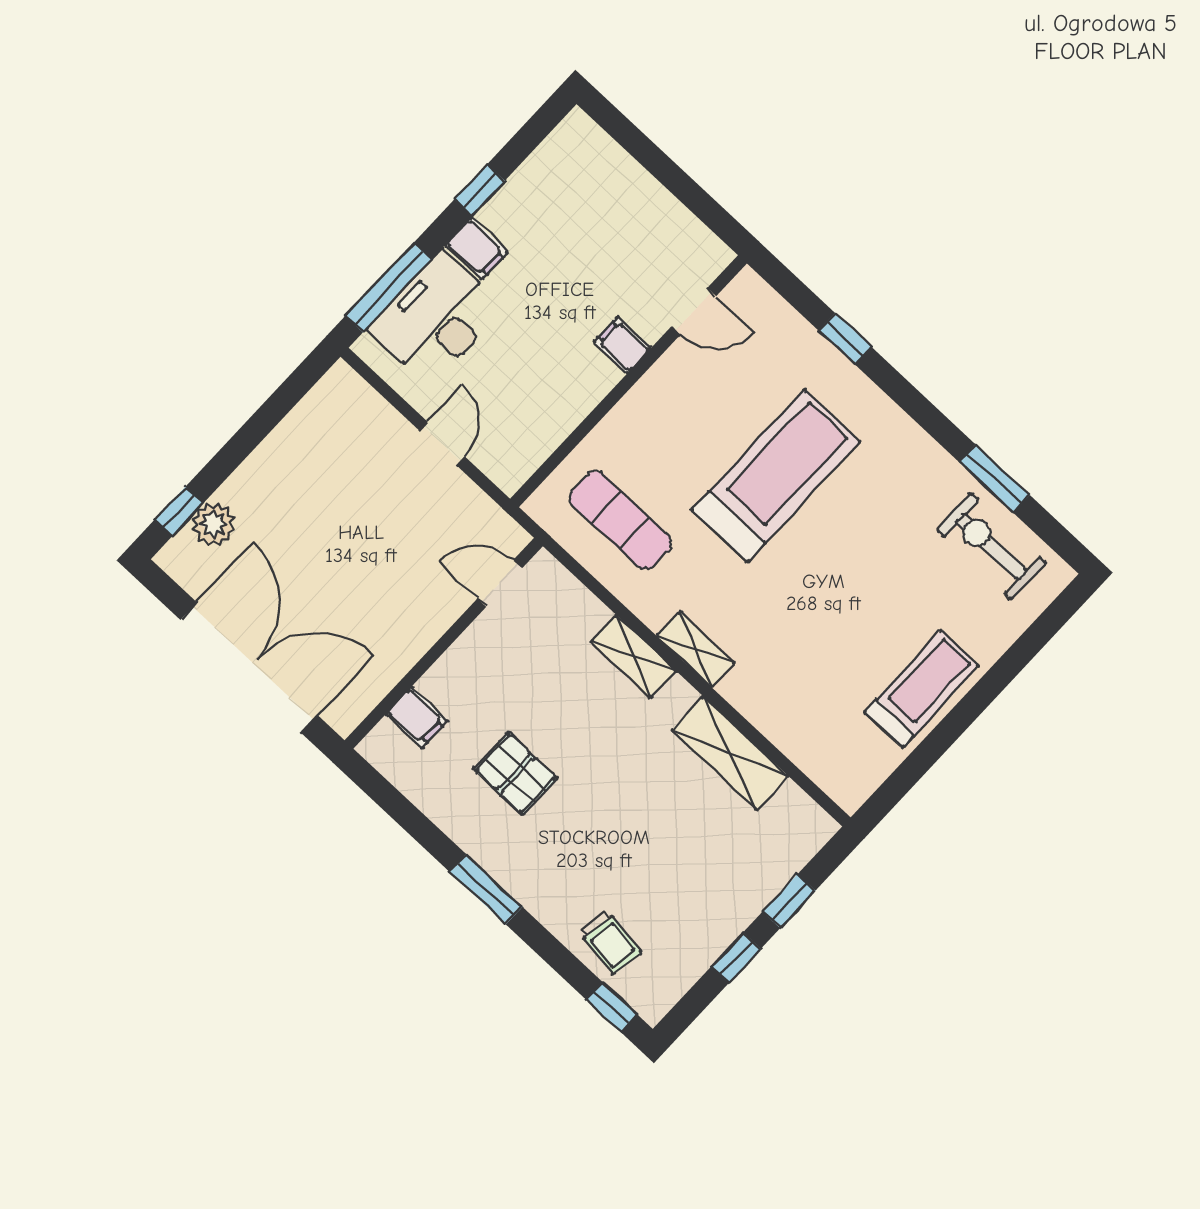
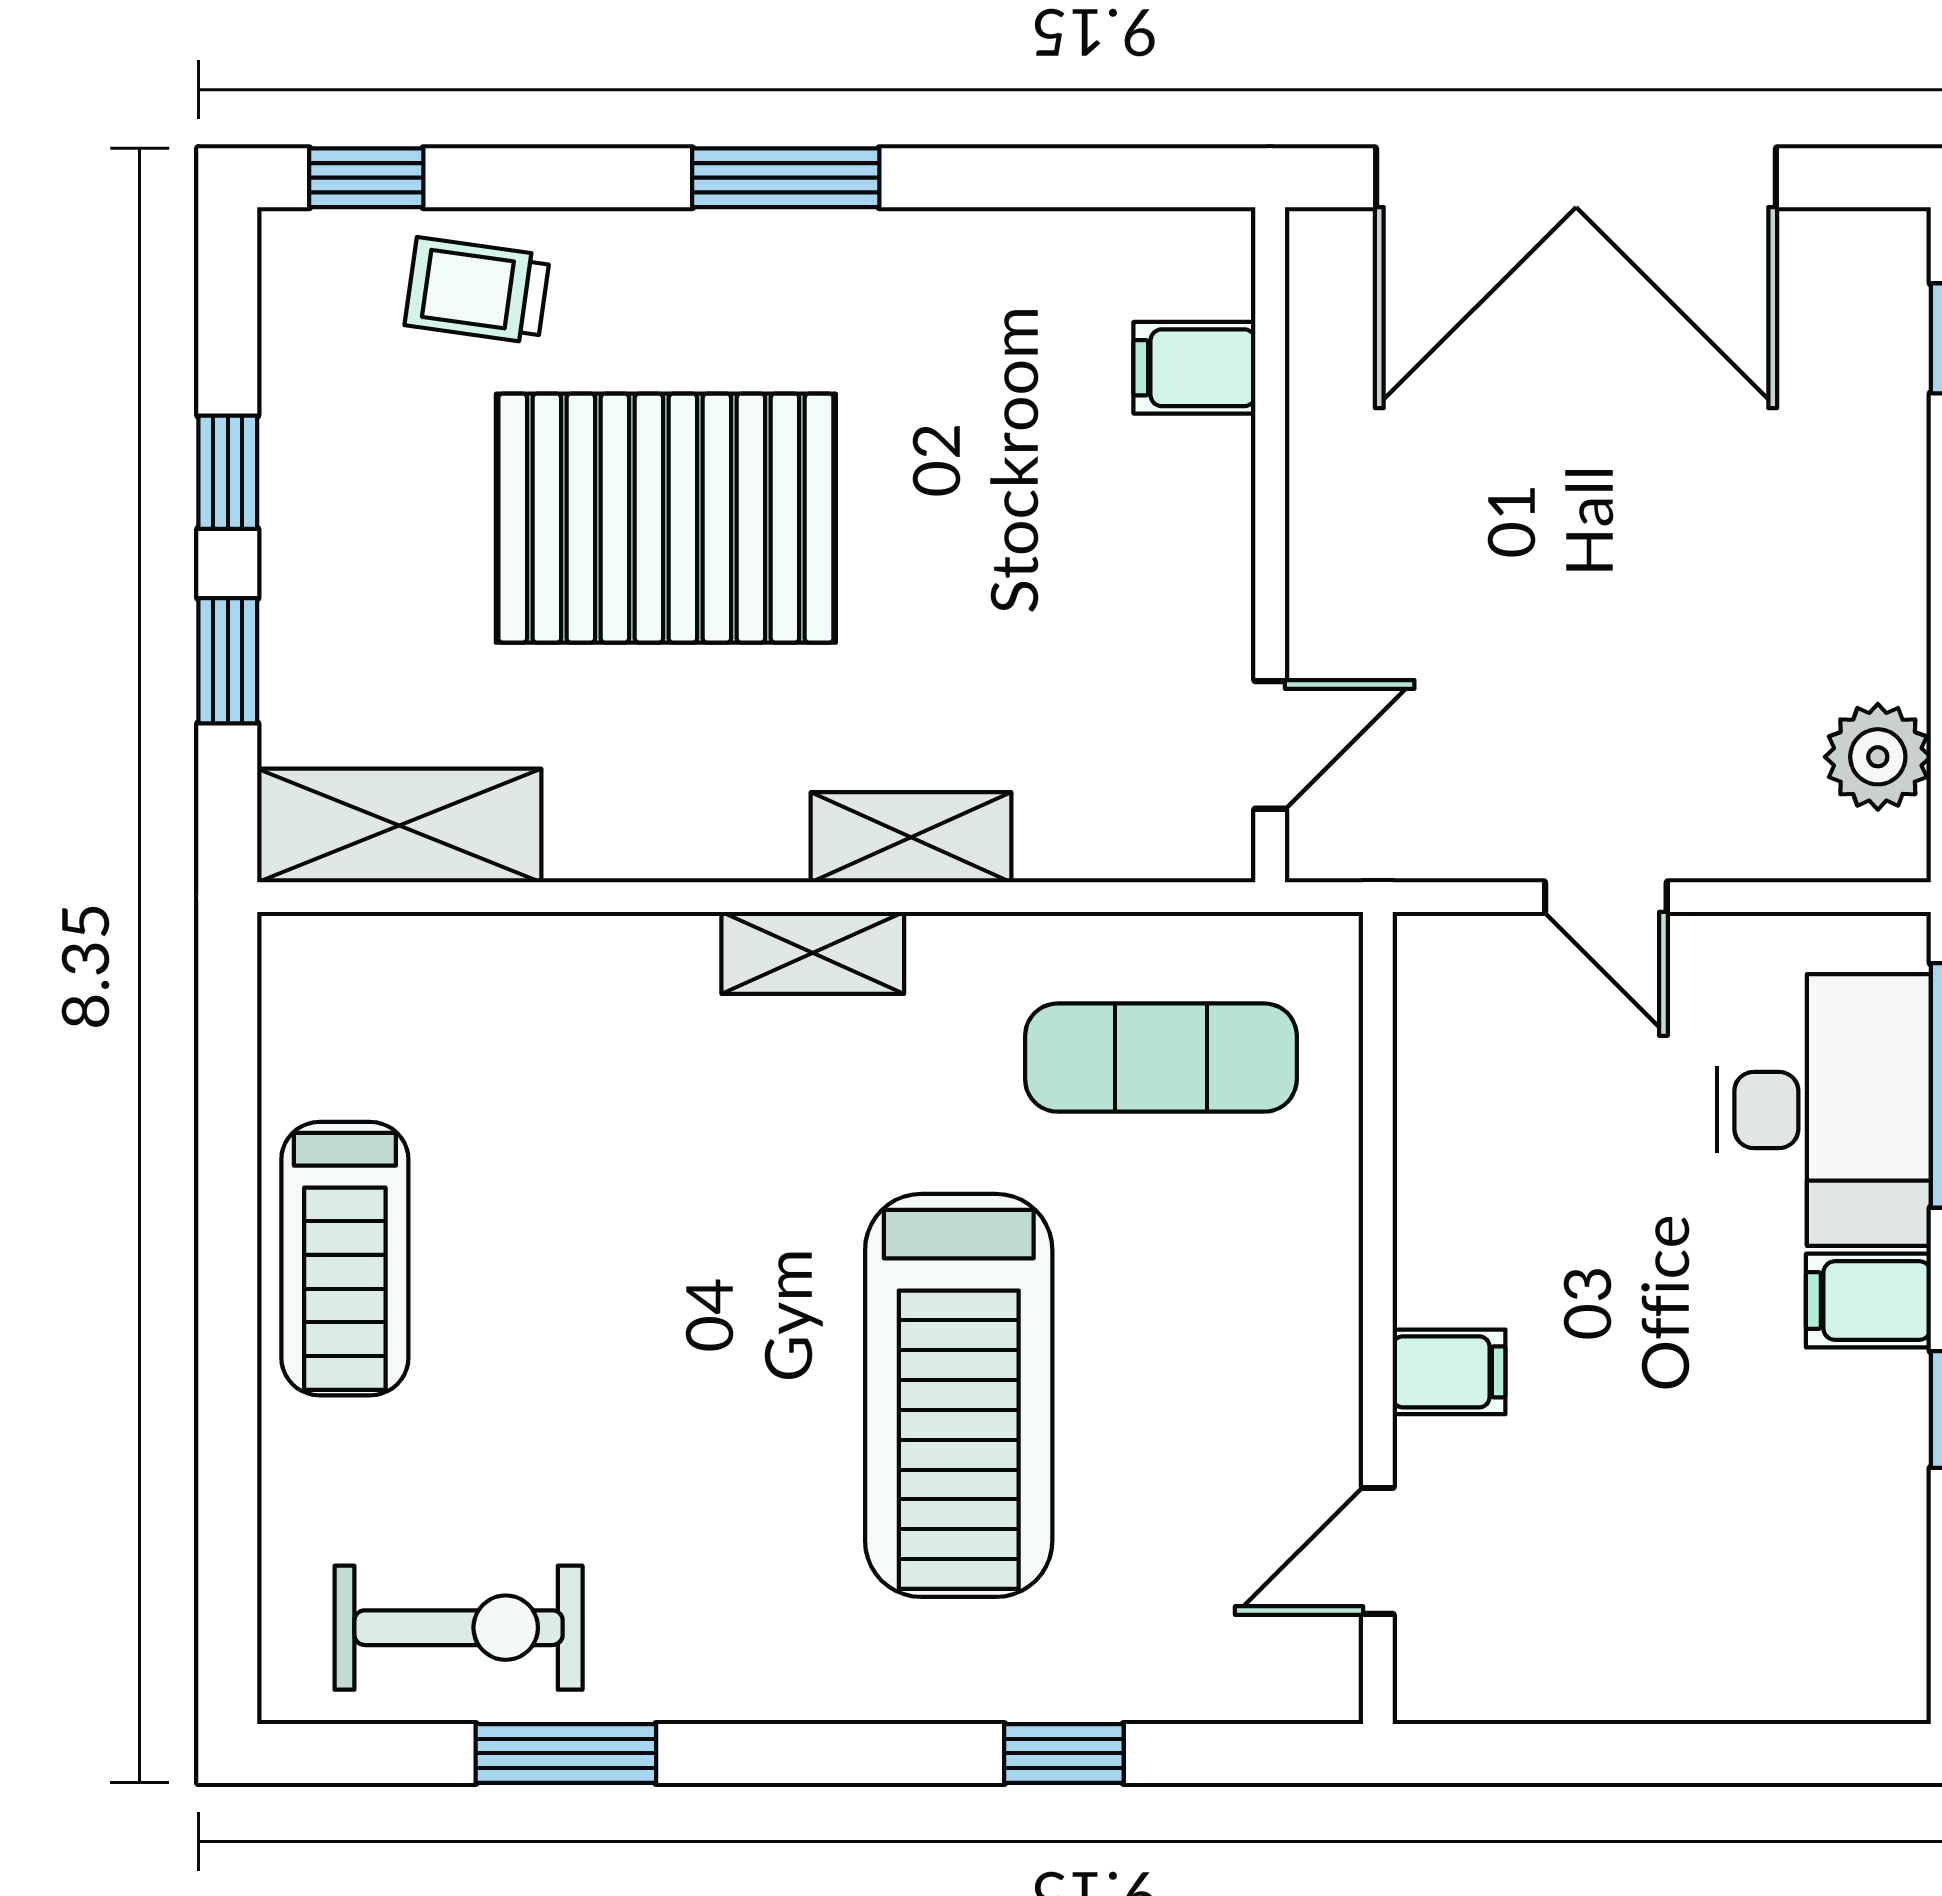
plant: (213, 524) -> (1878, 757), moved
shelving: (730, 753) -> (399, 826), moved
pallet: (516, 773) -> (666, 518), moved, width x2.05, depth x2.00

